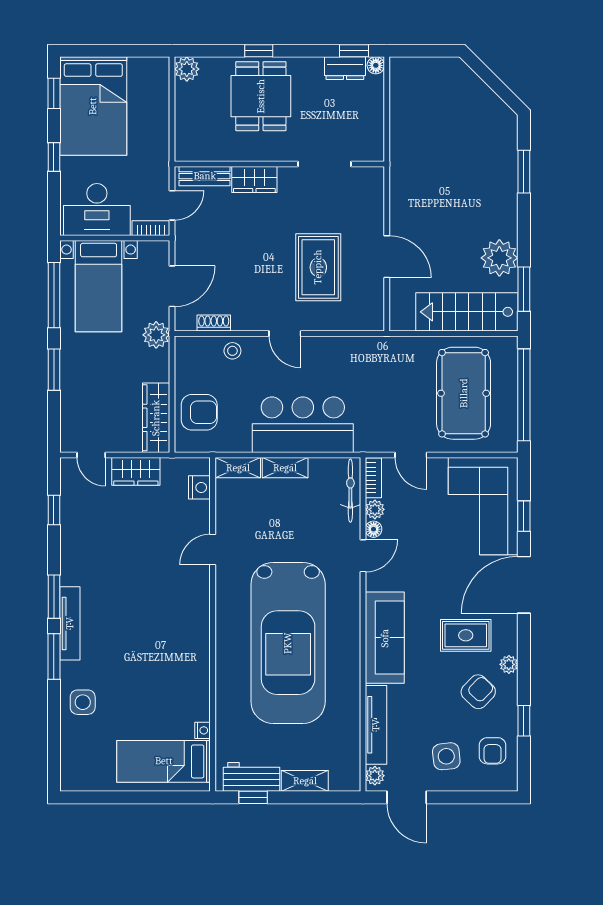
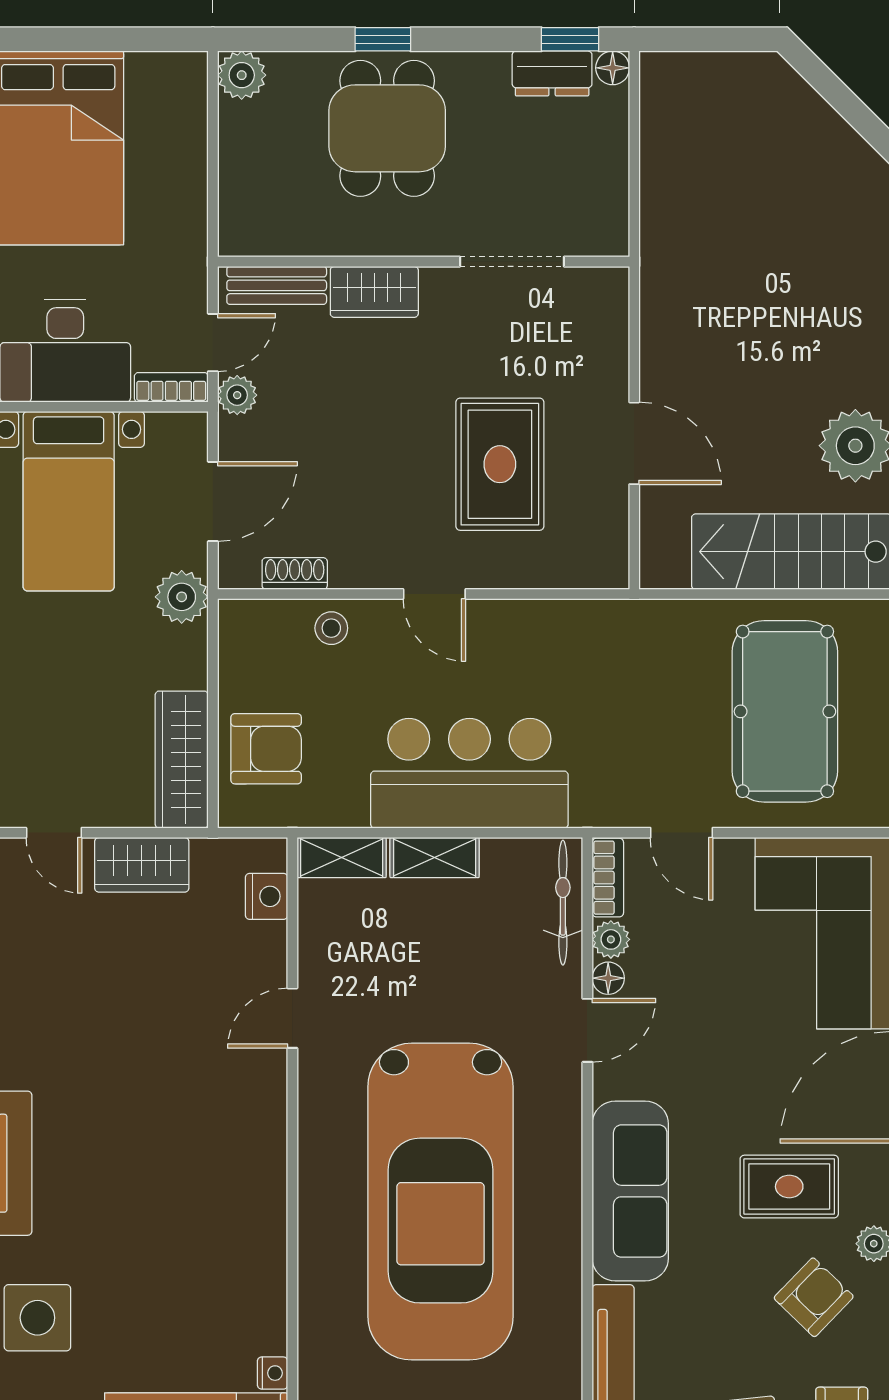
plant: (184, 232) -> (237, 395), added
side table: (83, 702) -> (37, 1318), width x1.37, depth x1.37

